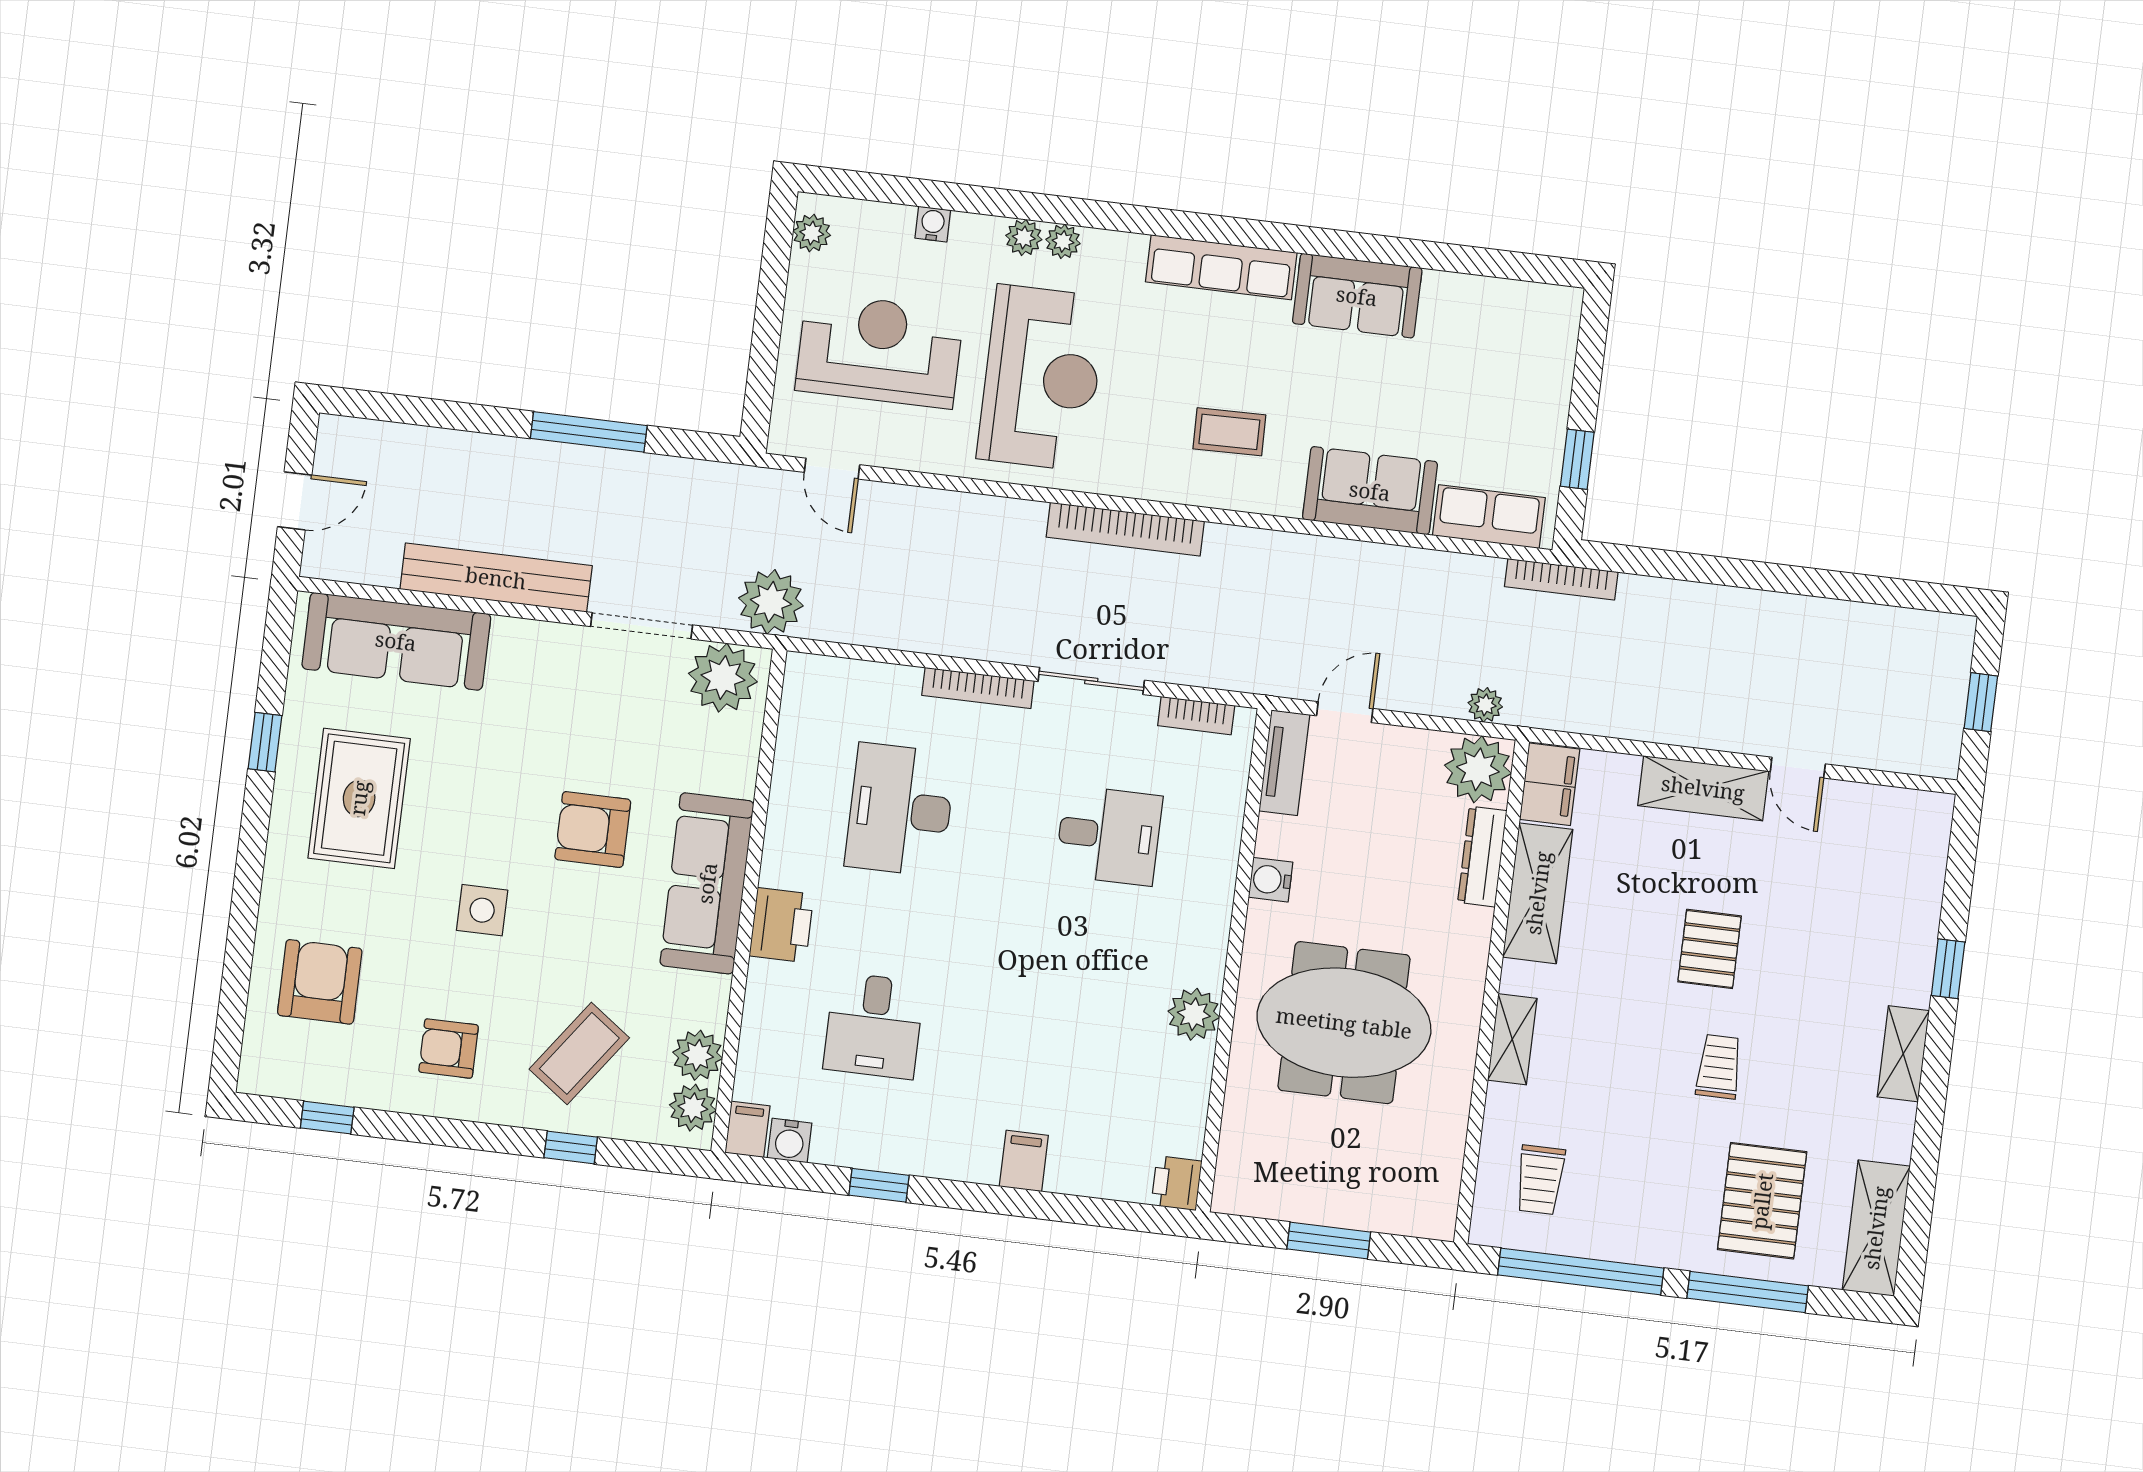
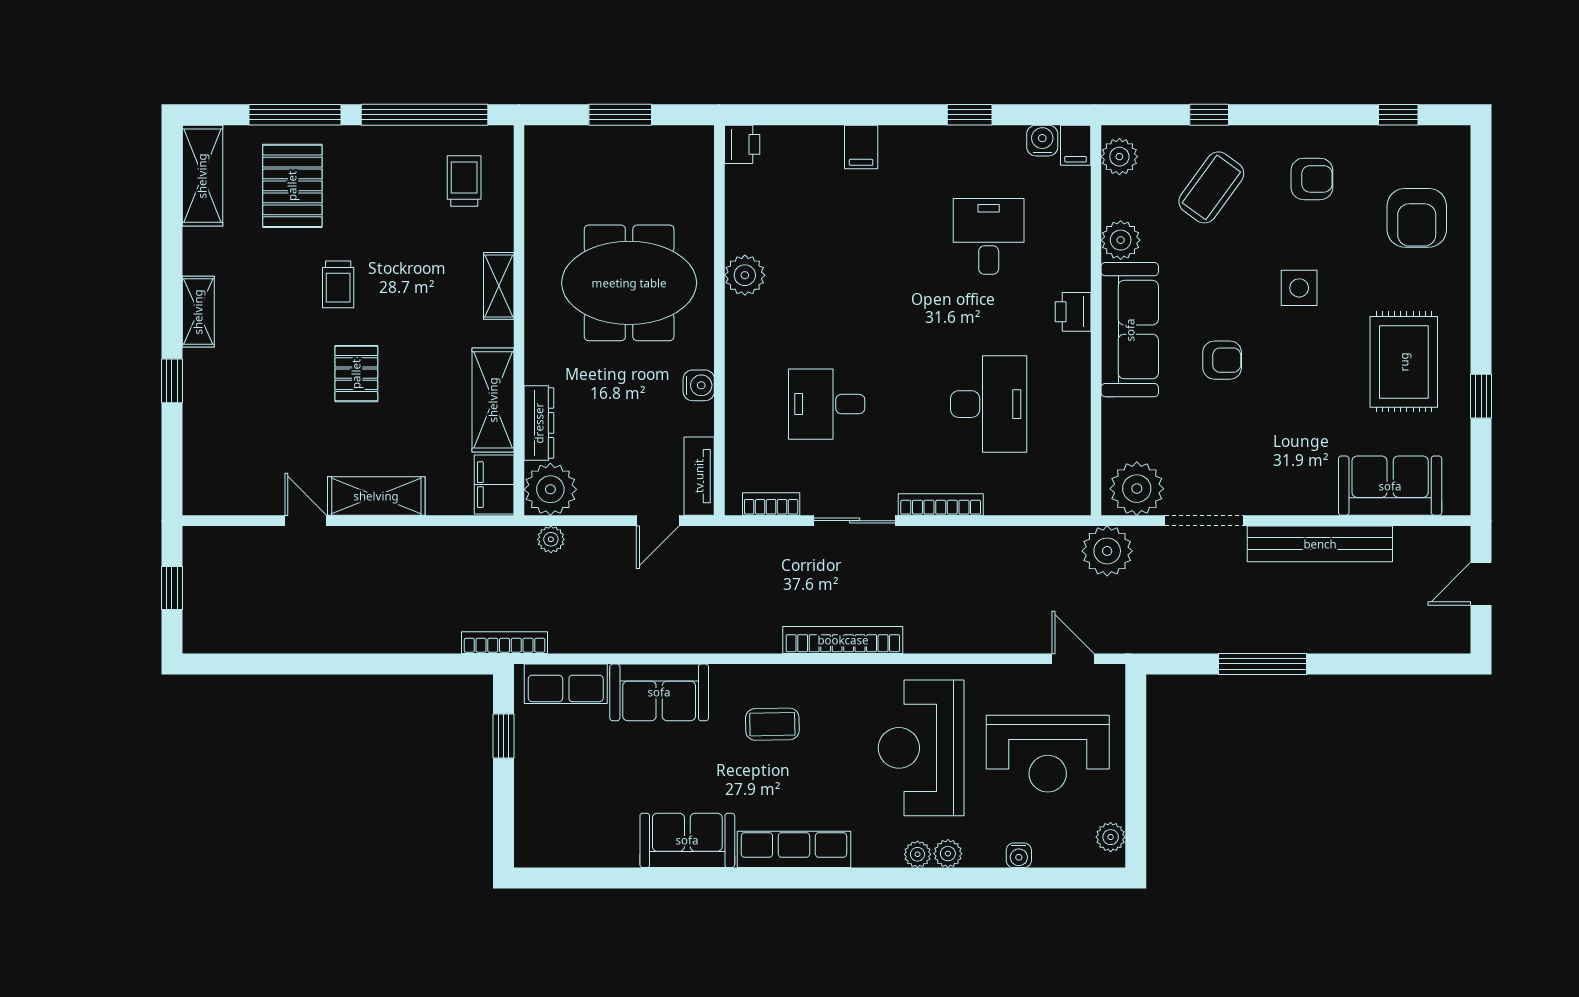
sofa: (396, 641) -> (1390, 486), width x0.73
armchair: (593, 829) -> (1222, 360), width x0.72, depth x0.72
printer: (781, 925) -> (1073, 312), width x0.73, depth x0.81
plant: (698, 1055) -> (1121, 240), moved

